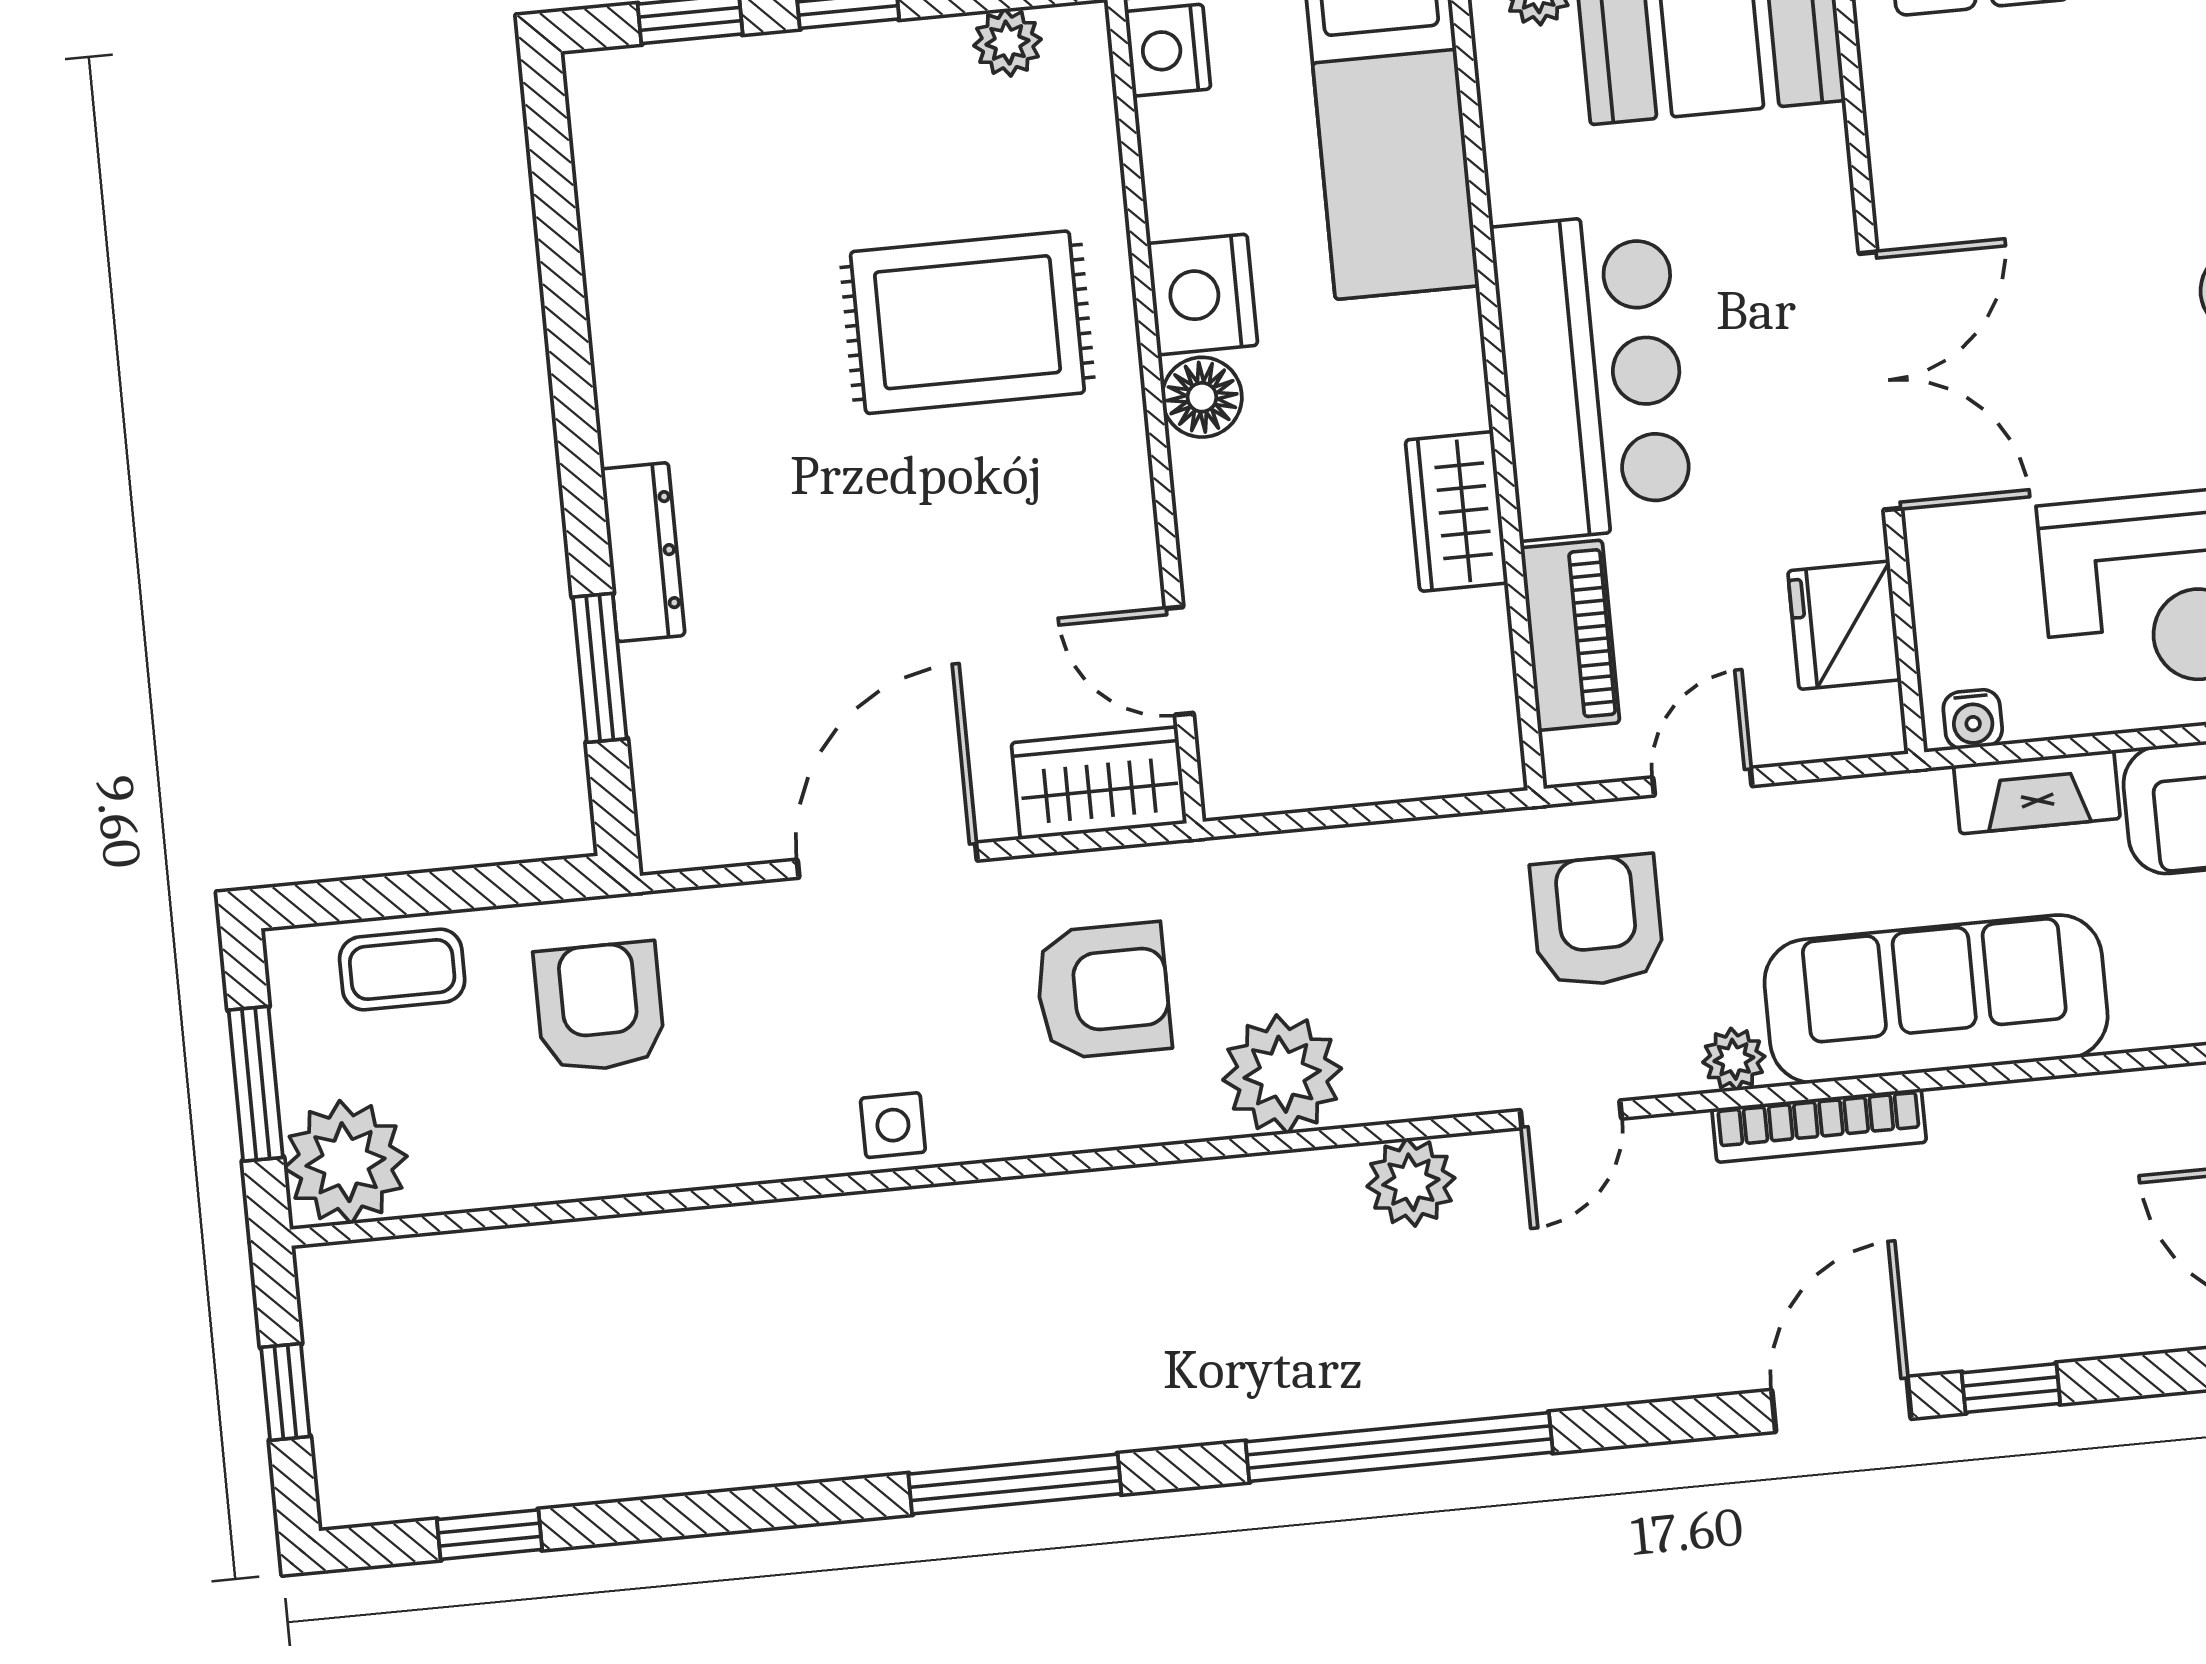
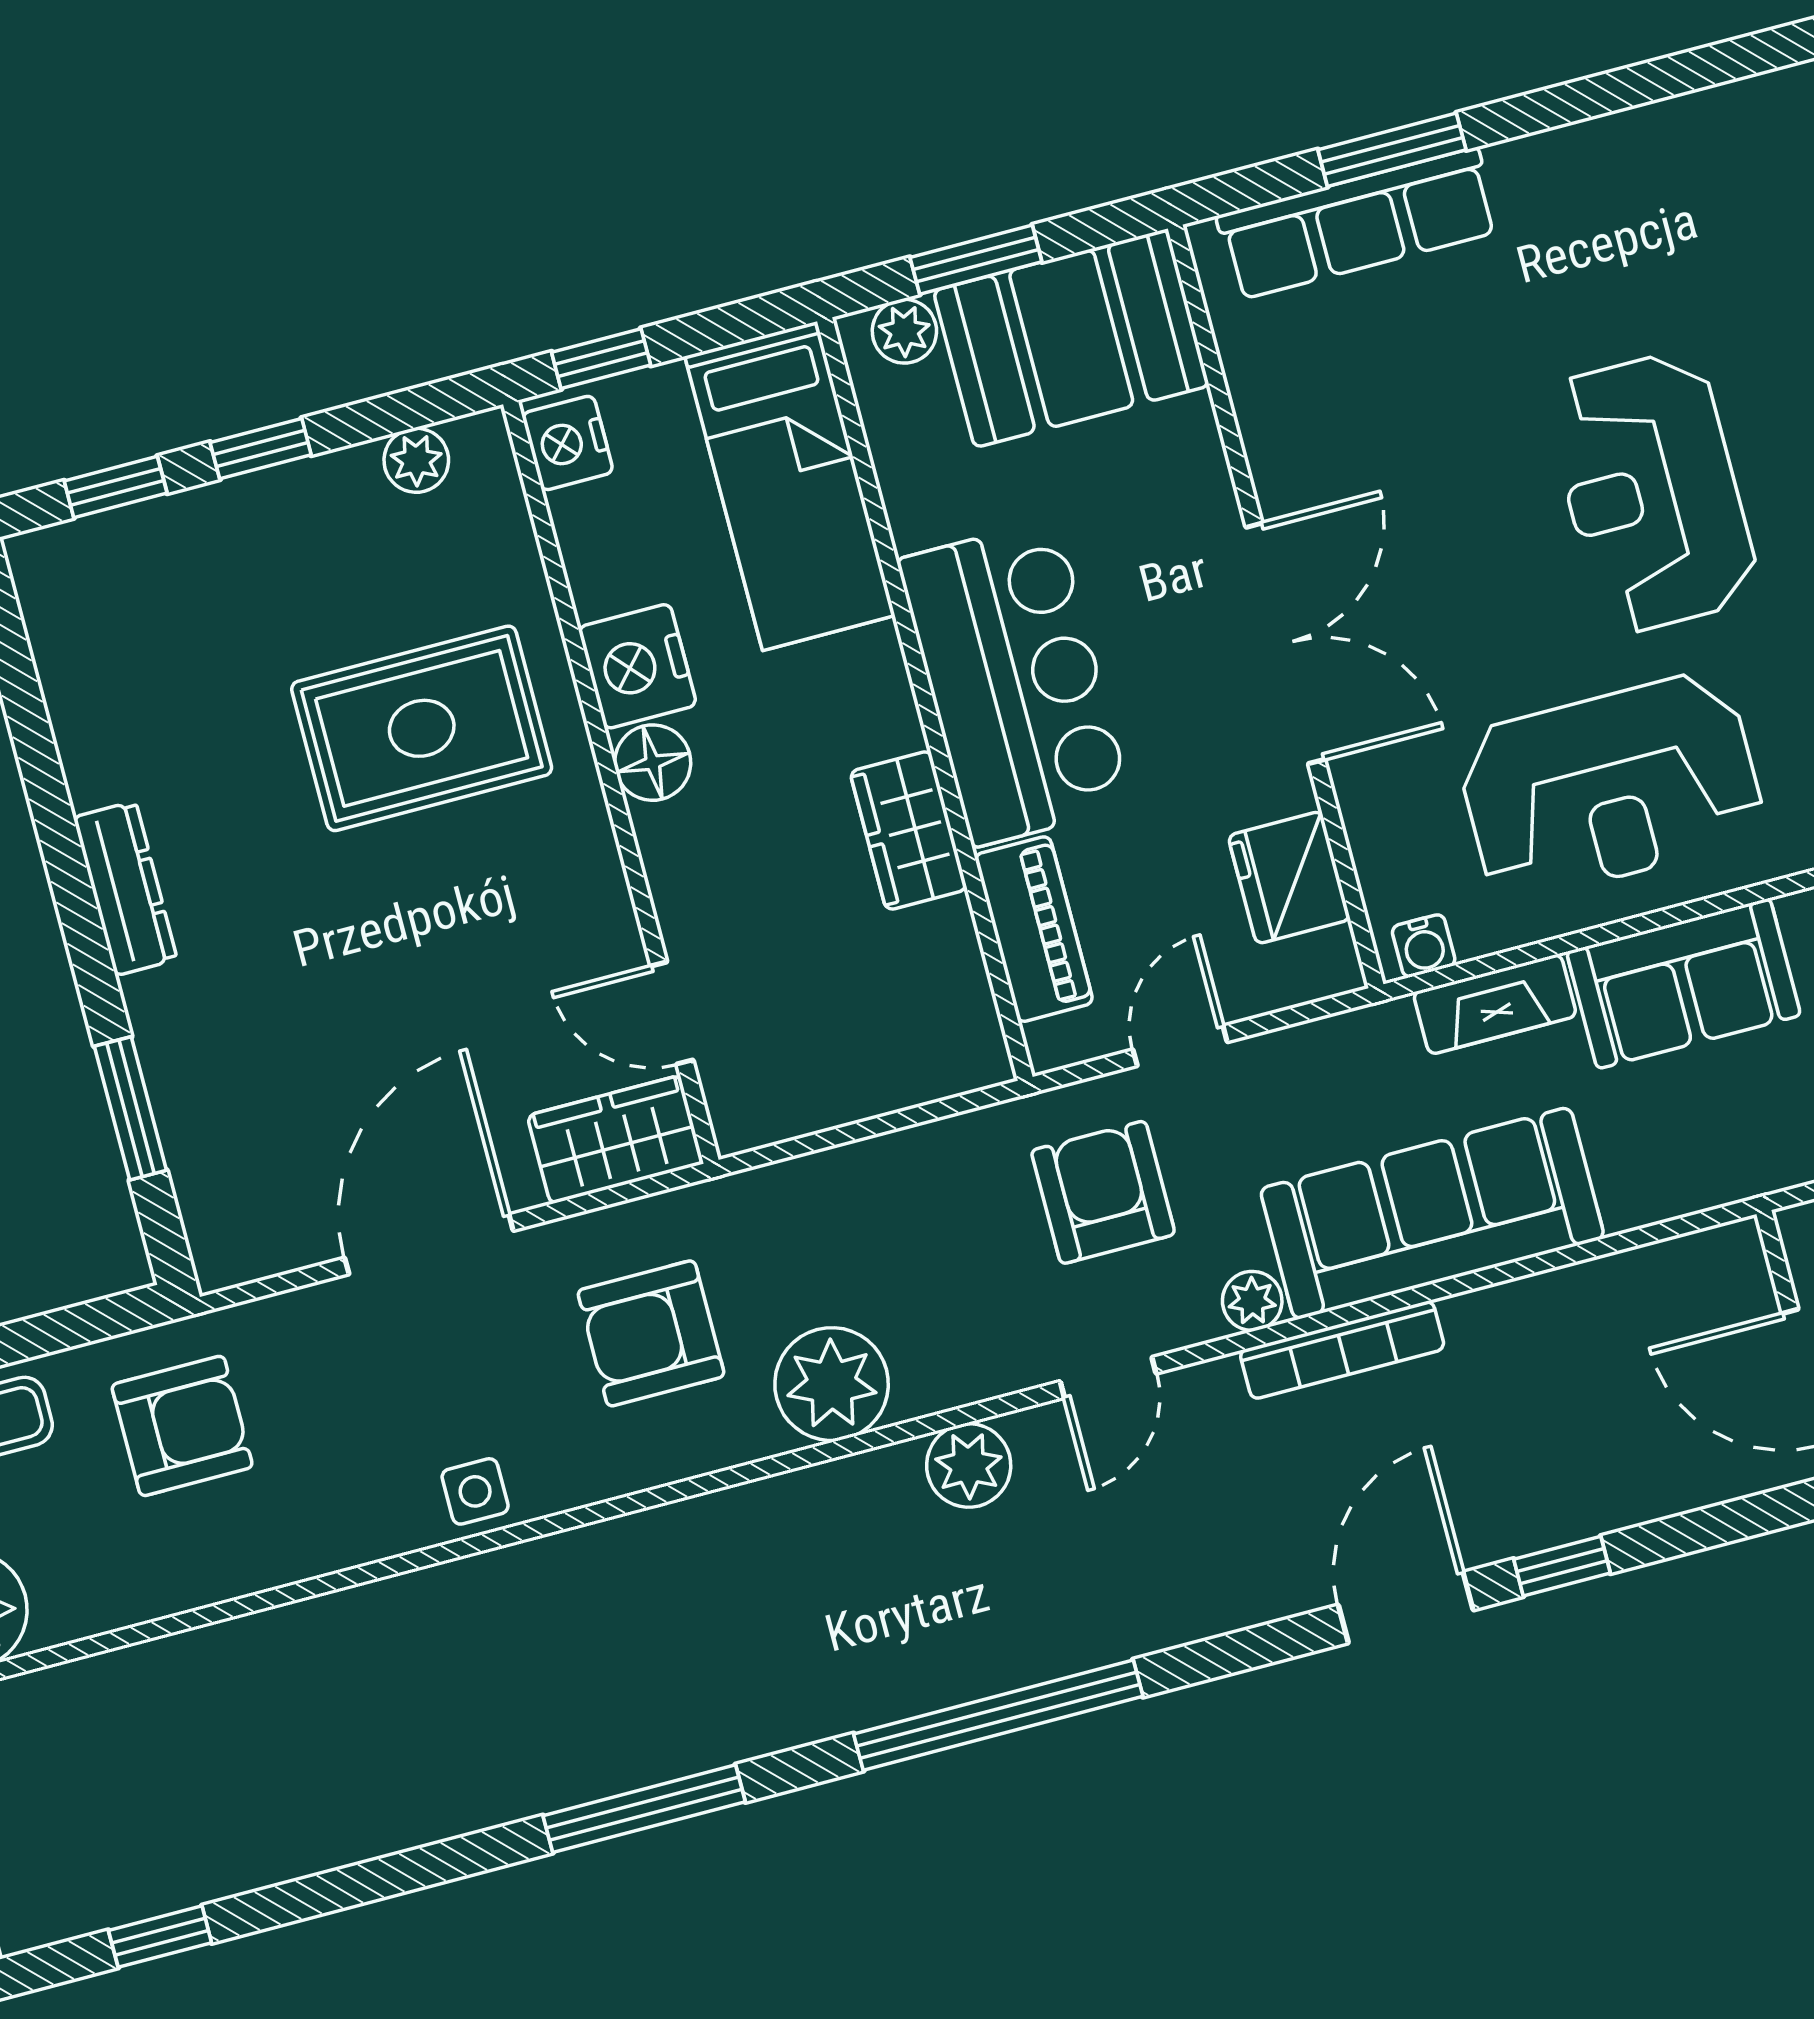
dresser: (643, 552) -> (125, 888), moved
armchair: (1103, 991) -> (651, 1333), turned 180
armchair: (599, 1007) -> (182, 1426), turned 90

